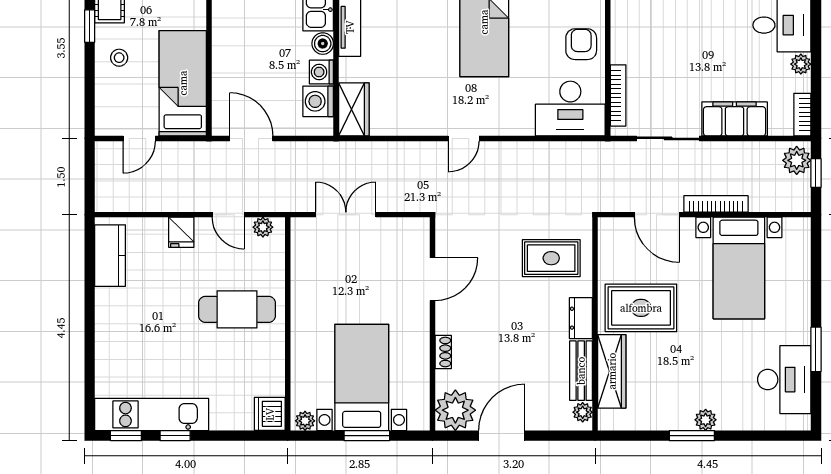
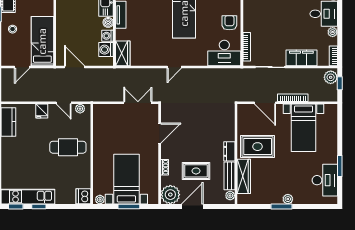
double door: (346, 215) -> (138, 103), moved
rug: (551, 258) -> (196, 171), moved

